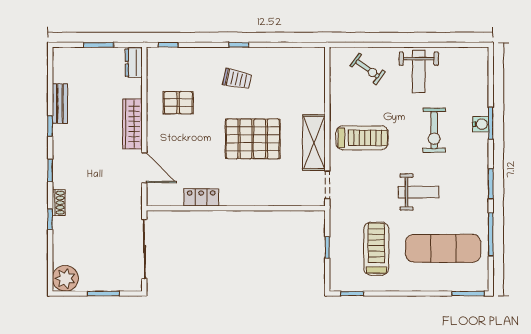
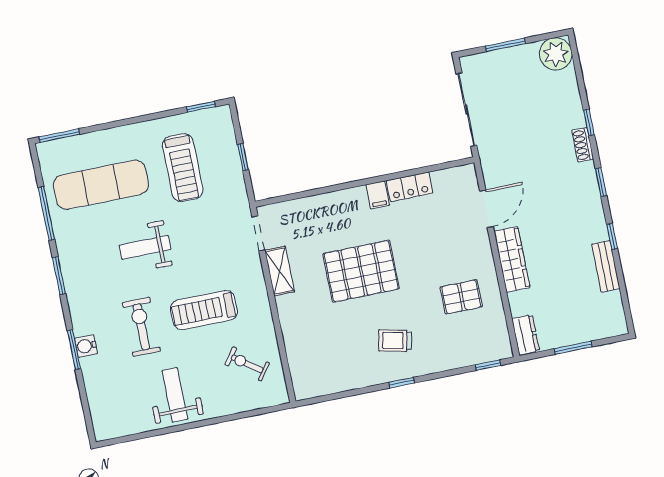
exercise bike: (368, 69) -> (247, 364), moved
treadmill: (362, 138) -> (204, 310), moved
shelving: (314, 143) -> (280, 271), width x0.67, depth x0.75
door: (144, 168) -> (487, 209), swing flipped
filing cabinet: (228, 196) -> (378, 195), added

